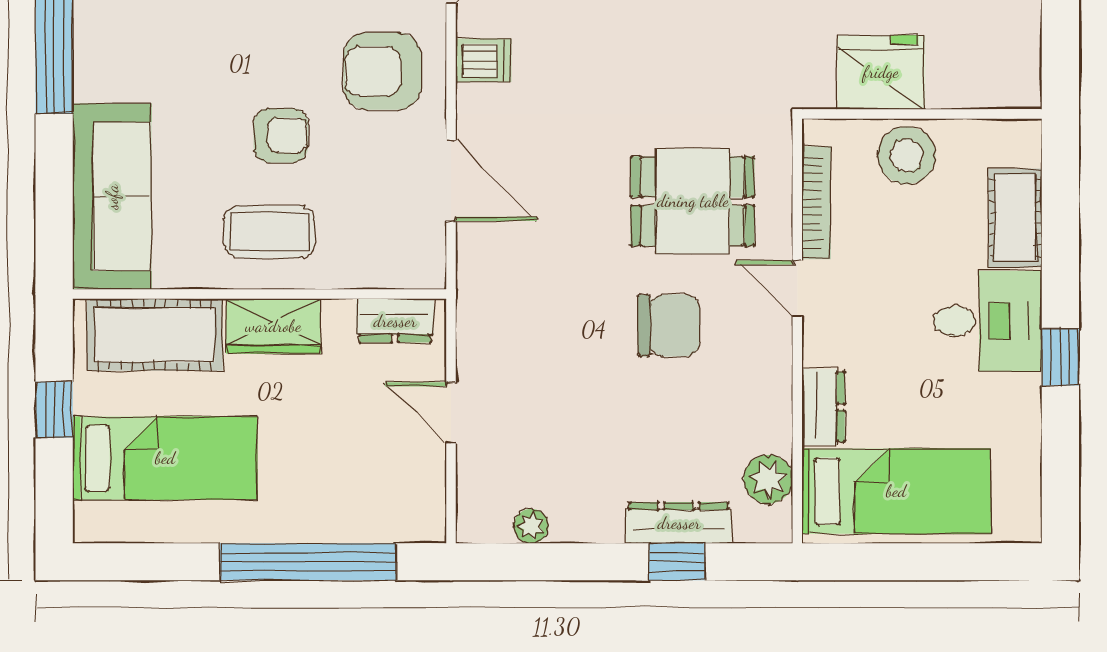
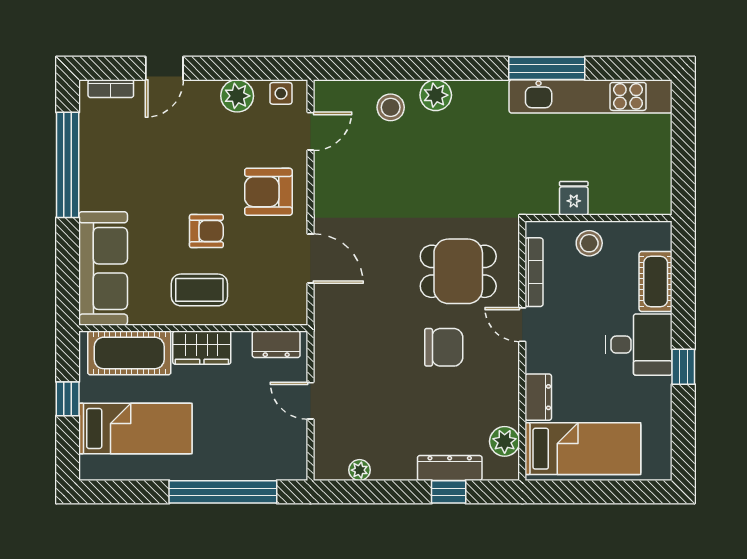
dishwasher: (484, 60) -> (330, 185), removed
fridge: (881, 72) -> (574, 198), width x0.53, depth x0.75
stool: (907, 155) -> (589, 243), width x0.73, depth x0.73

